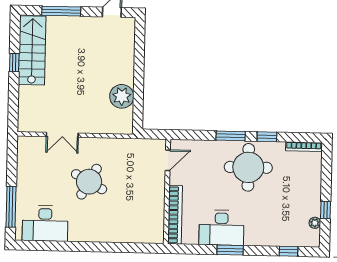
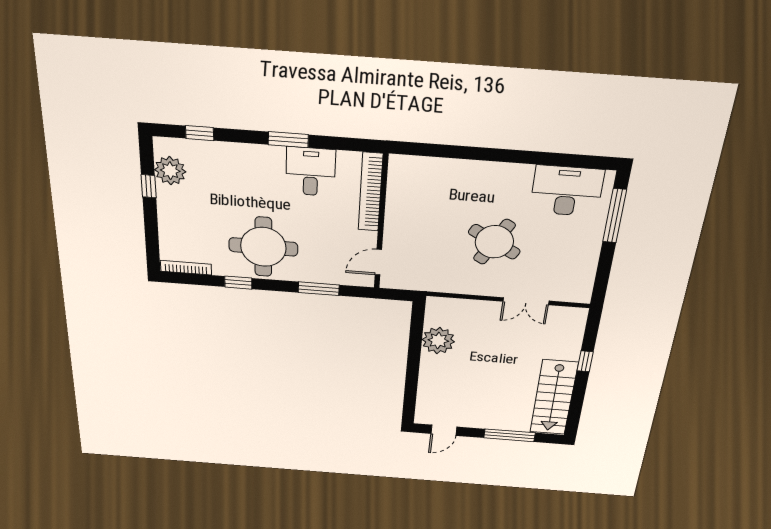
window: (14, 63) -> (585, 361), moved
double door: (62, 135) -> (526, 301), swing flipped
window: (231, 136) -> (319, 289), moved
plant: (315, 223) -> (170, 171), width x1.87, depth x1.87
desk: (221, 228) -> (311, 172), width x0.73

